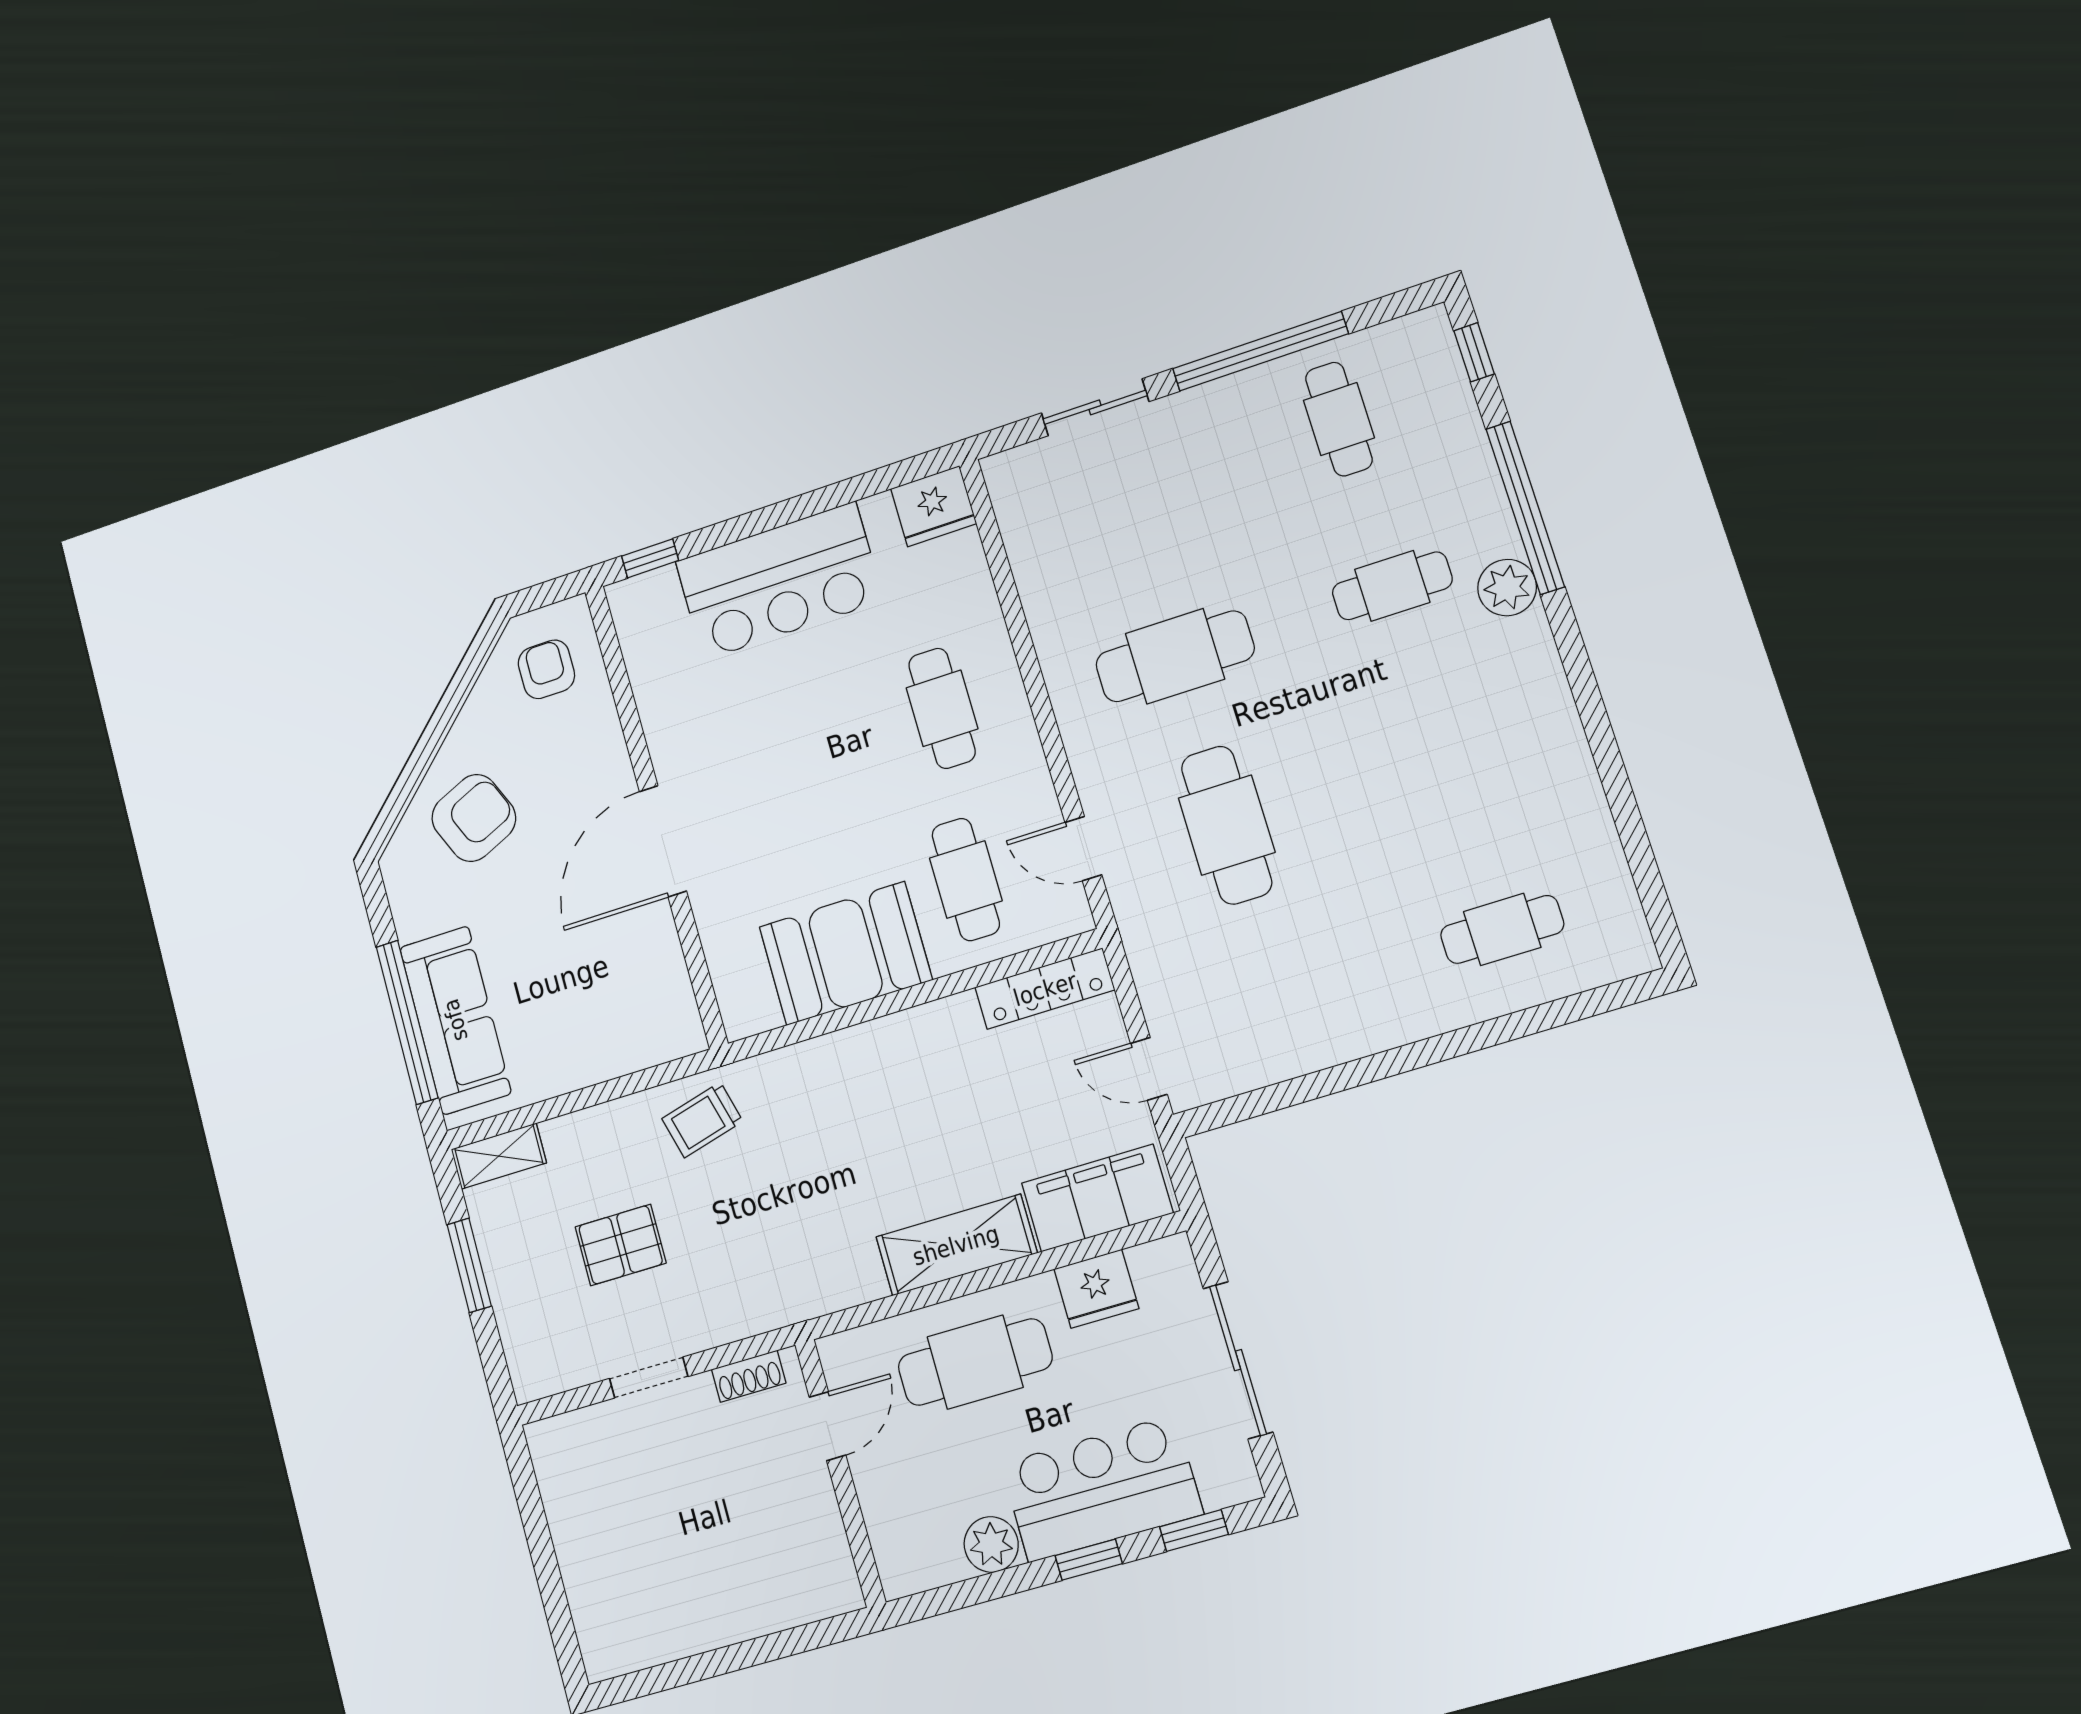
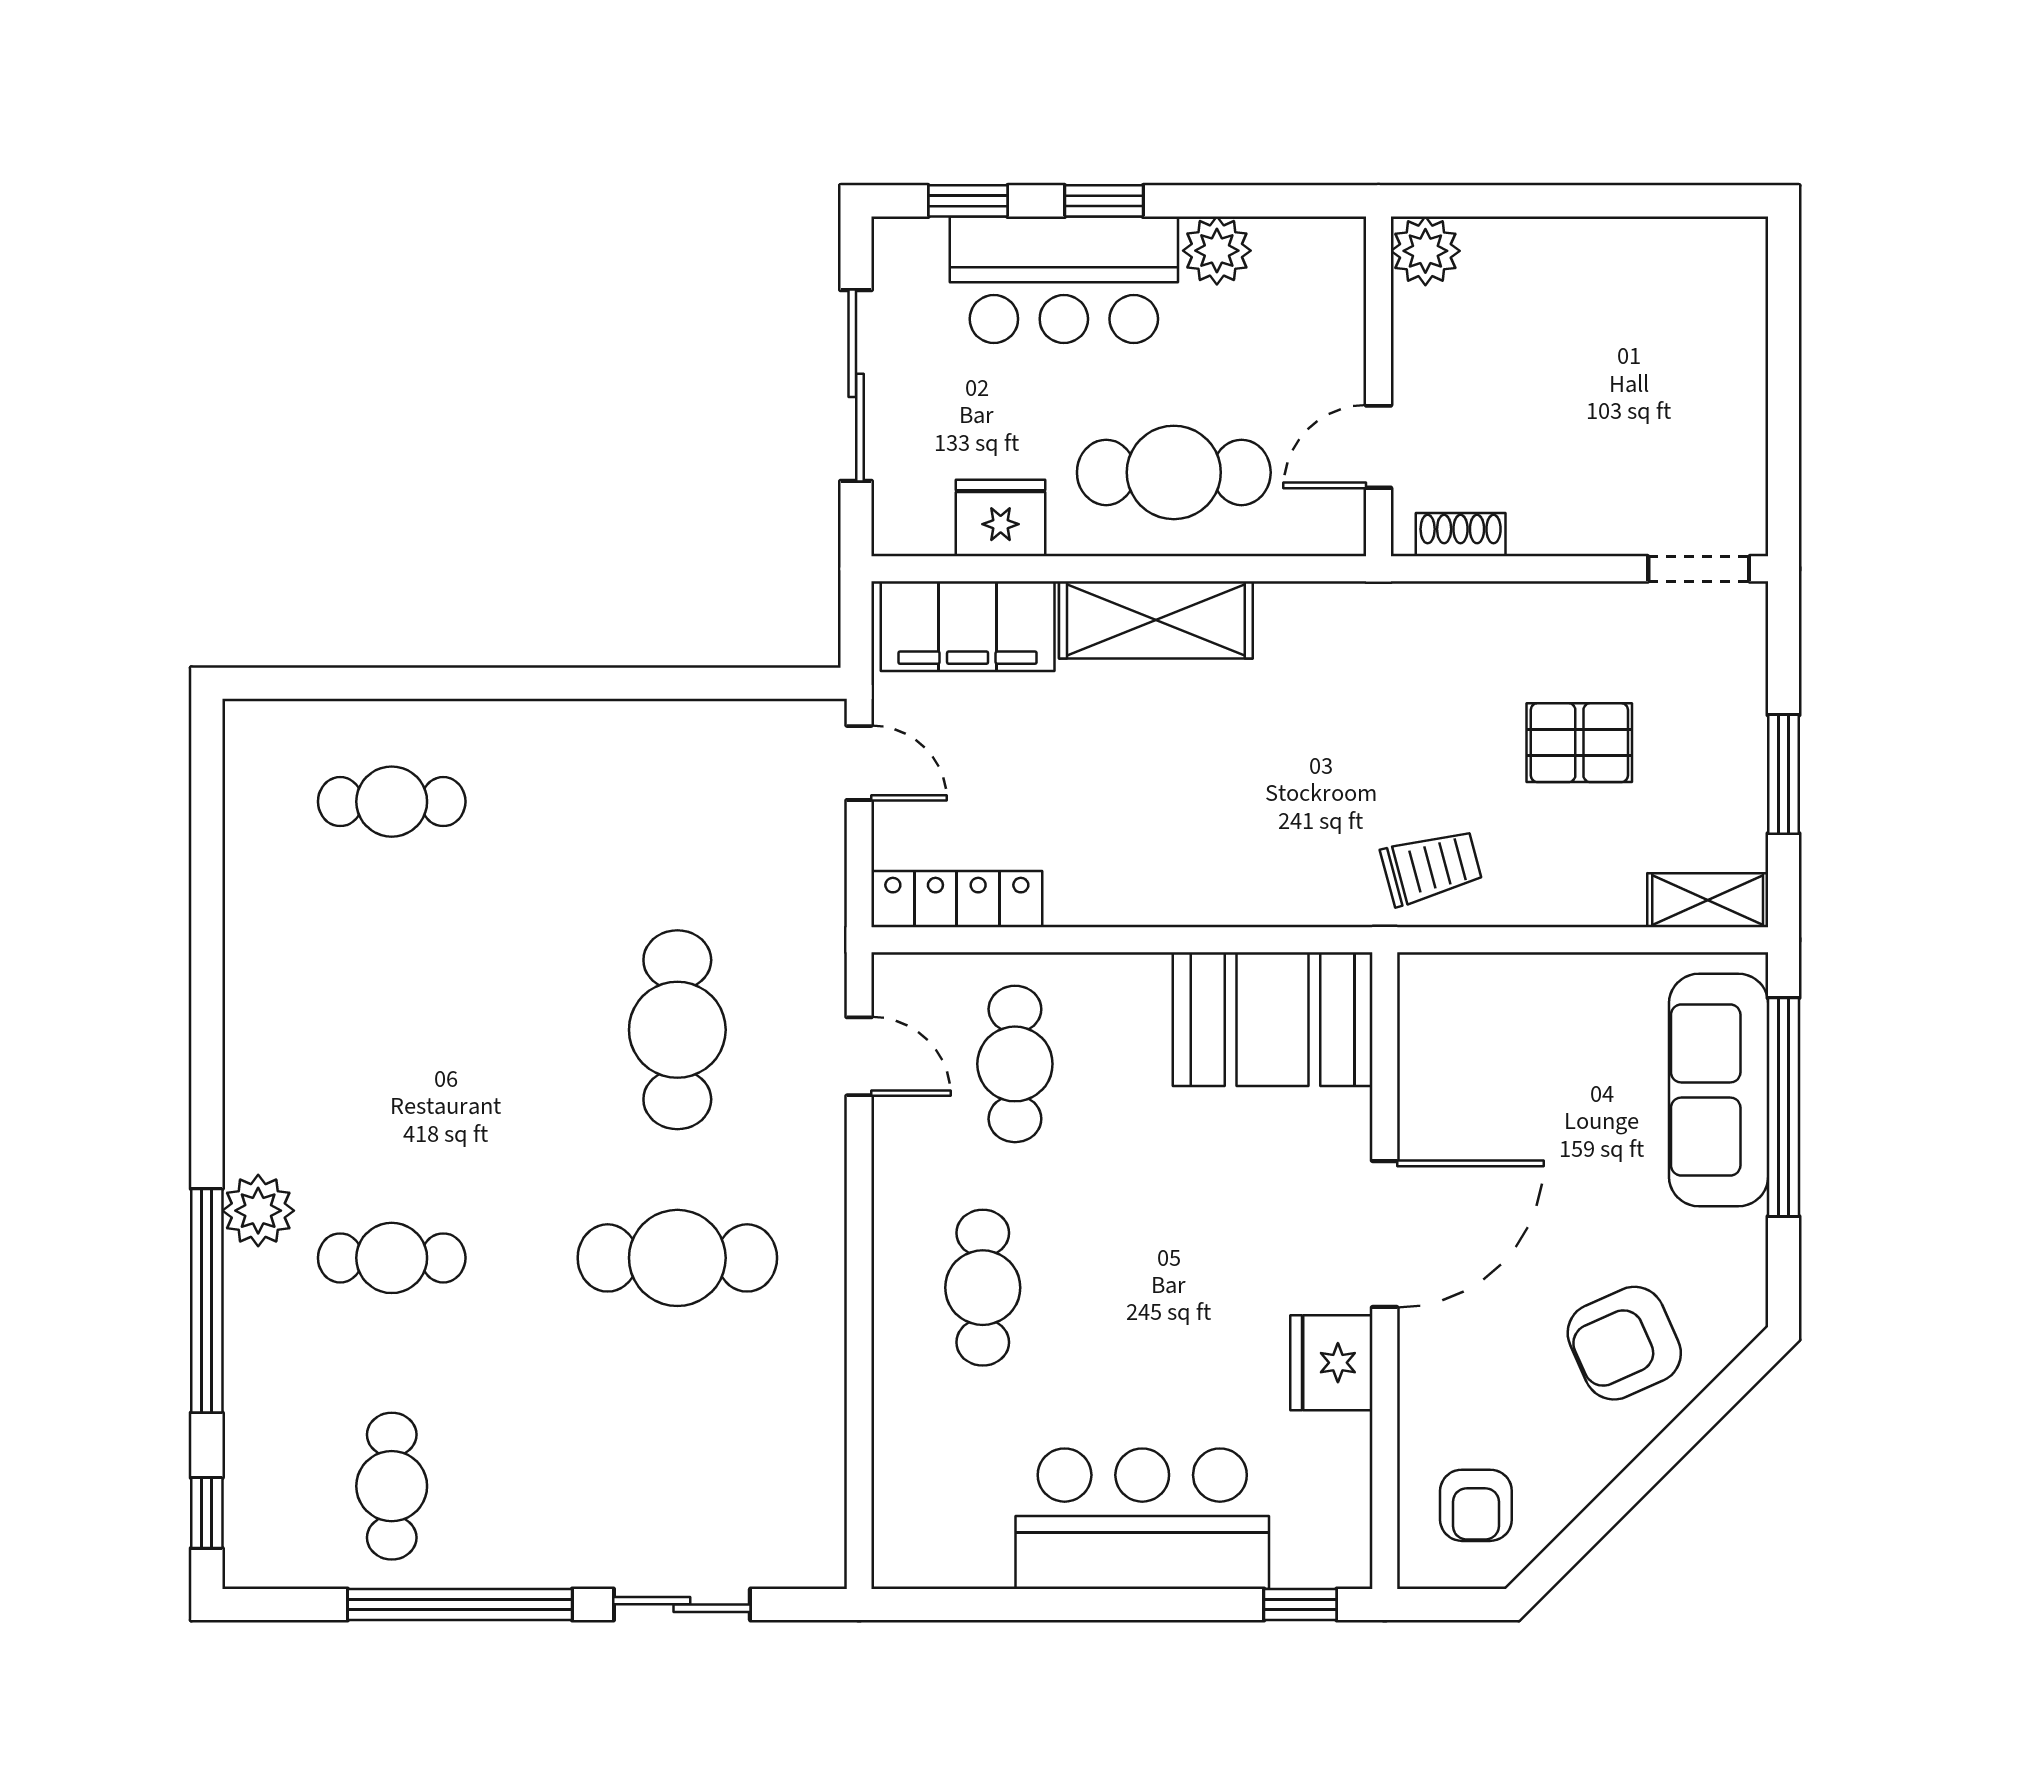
fridge: (934, 506) -> (1331, 1363), moved, turned -90
booth: (846, 953) -> (1273, 1019), moved
doorway: (649, 1378) -> (1699, 569), moved
plant: (834, 1588) -> (1425, 251), added

